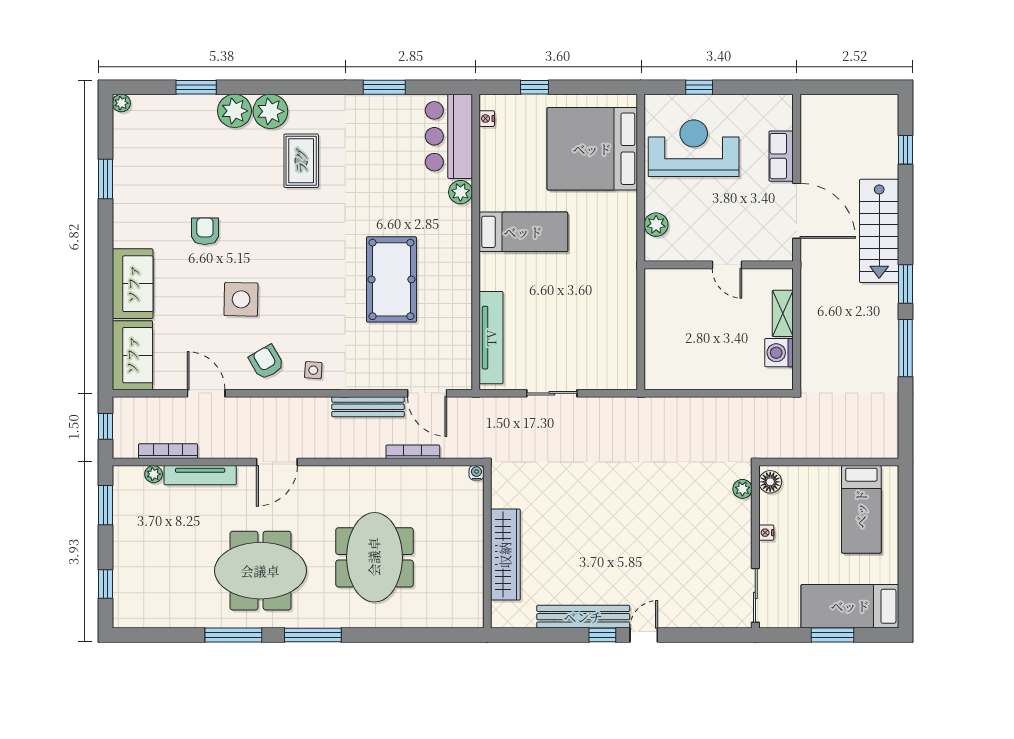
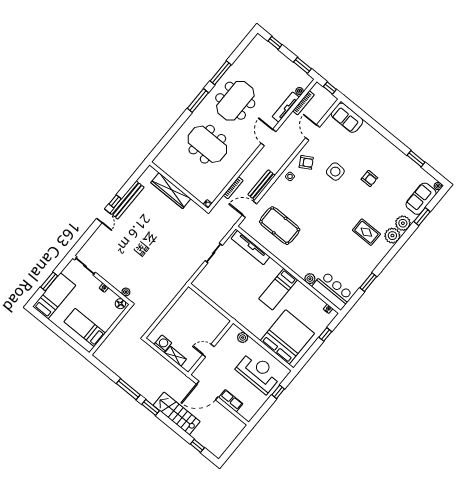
reception desk: (694, 148) -> (258, 372), turned -90
pool table: (391, 279) -> (280, 226), moved
sofa: (133, 284) -> (421, 199), moved, turned 90
door: (206, 393) -> (313, 133), swing flipped

